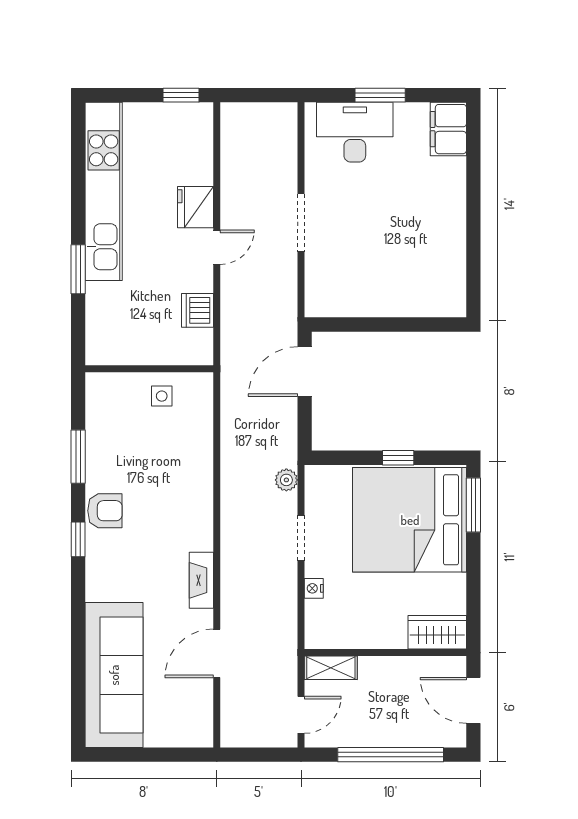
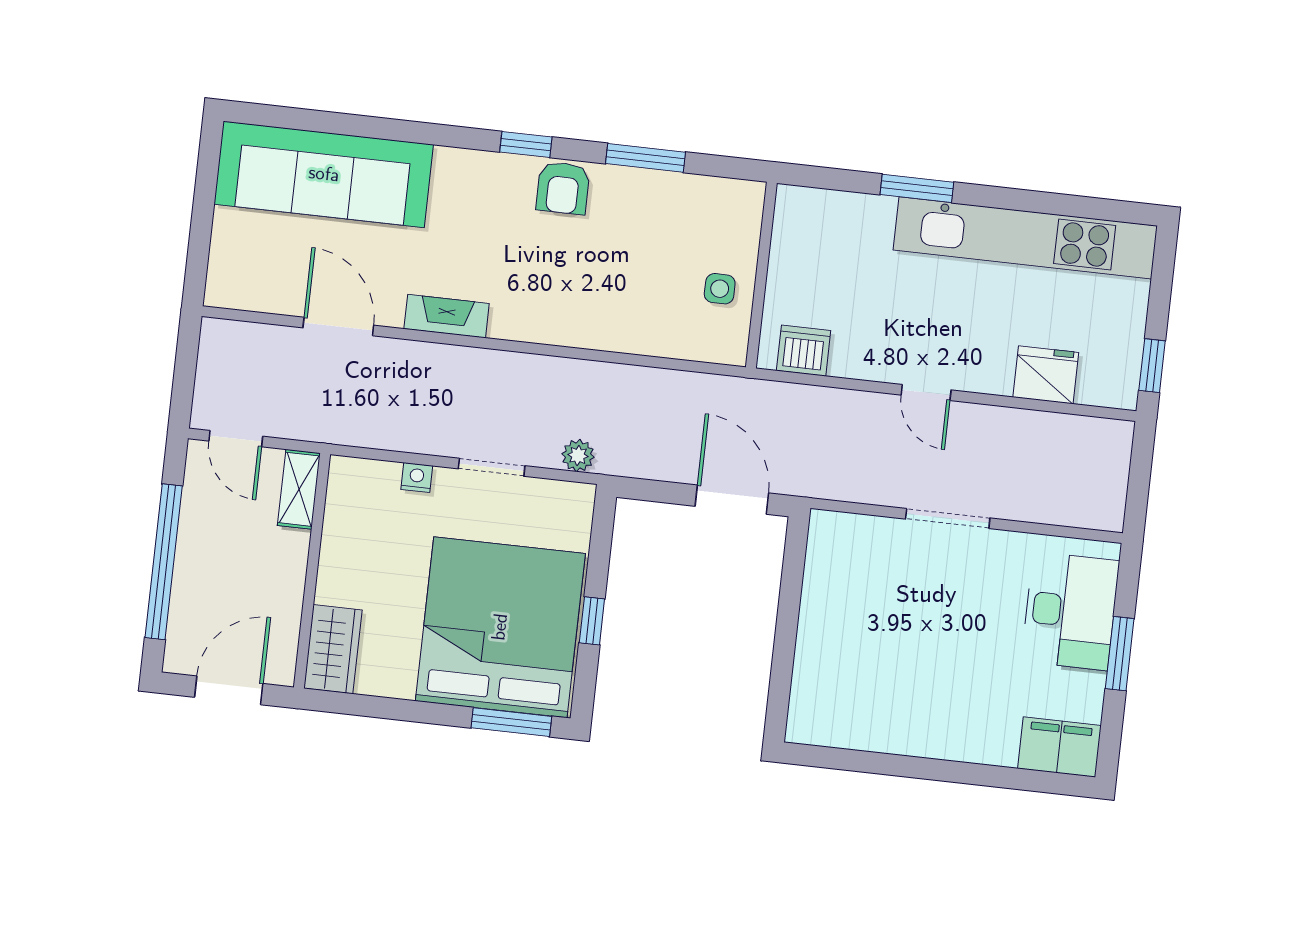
fridge: (195, 207) -> (1046, 375), moved
dishwasher: (197, 310) -> (804, 351), moved

